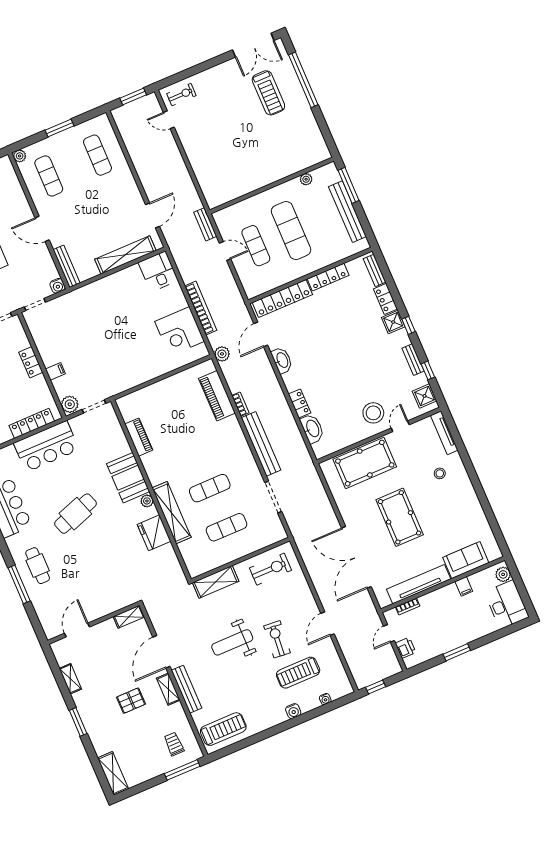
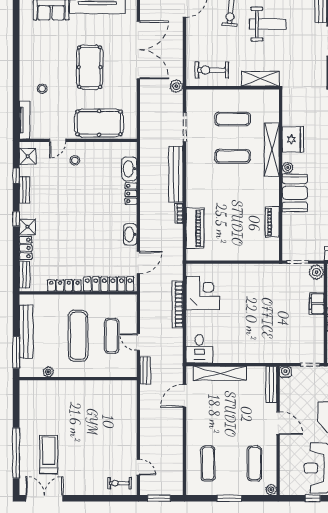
plant: (222, 354) -> (176, 86), moved
filing cabinet: (55, 371) -> (317, 304), width x2.00
stool: (373, 413) -> (75, 160), width x0.53, depth x0.53

